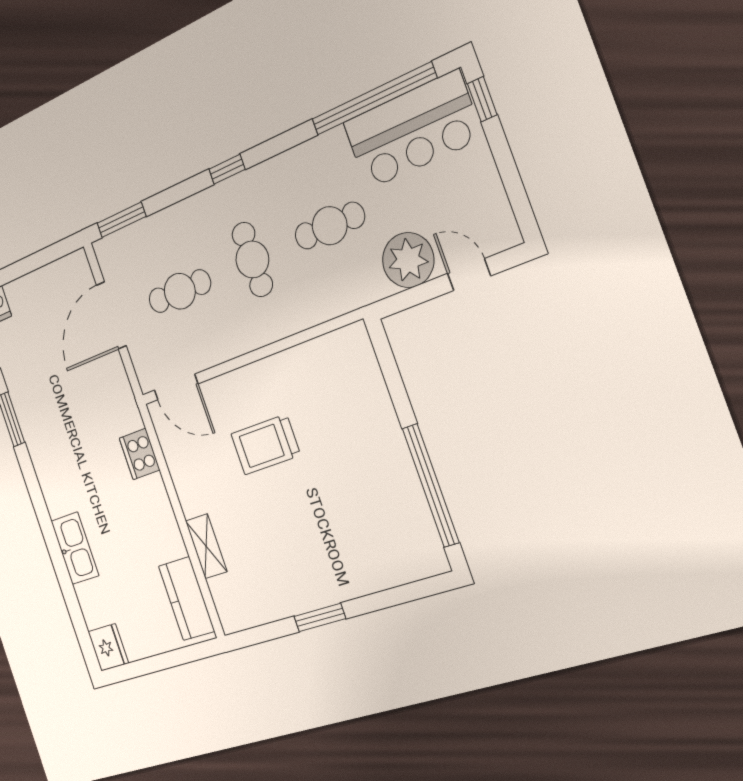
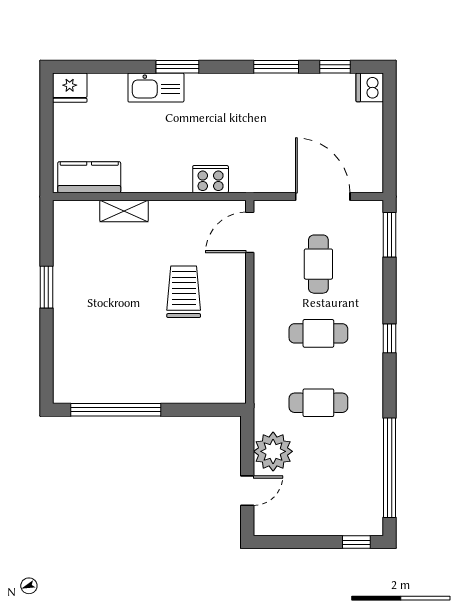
bar counter: (412, 130) -> (357, 487), removed
cafe table: (330, 226) -> (318, 403), turned 90
window: (48, 530) -> (177, 67), added

